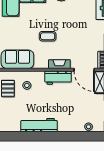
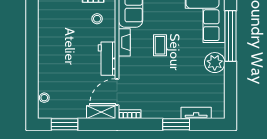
fireplace: (59, 64) -> (124, 42), moved
workbench: (39, 125) -> (46, 34), removed

